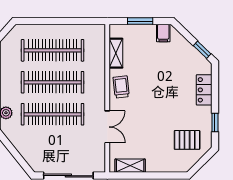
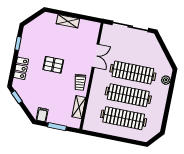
double door: (107, 127) -> (96, 56), swing flipped
pallet: (187, 140) -> (53, 65), moved
shelving: (130, 166) -> (68, 21), moved

